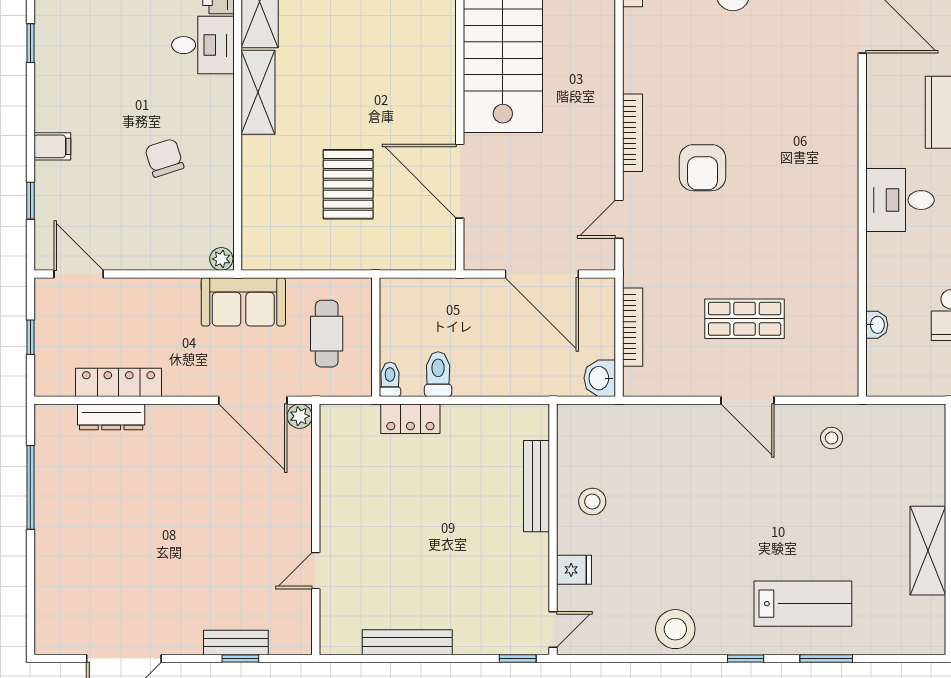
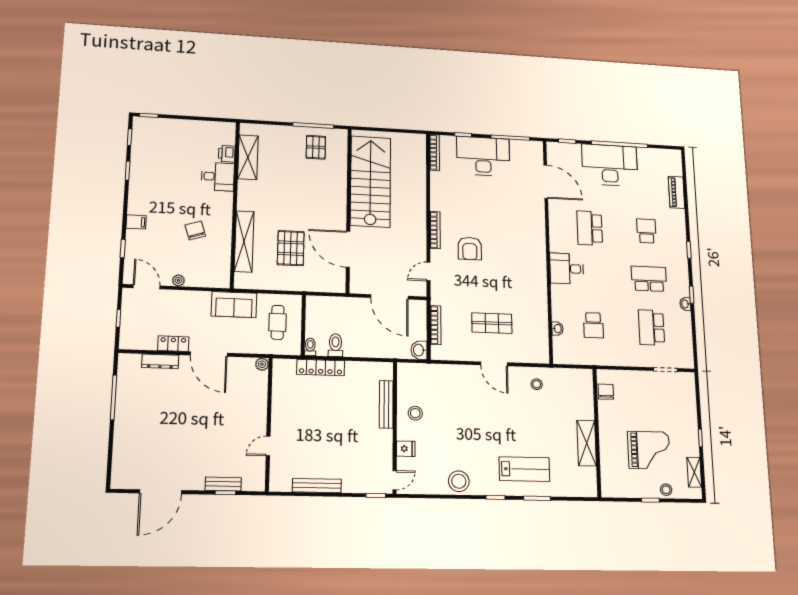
shelving: (258, 92) -> (244, 241), moved, width x1.47
plant: (221, 259) -> (178, 280), moved
locker: (119, 382) -> (173, 344), width x0.66
door: (253, 400) -> (209, 354), moved
locker: (410, 419) -> (321, 367), width x1.53

